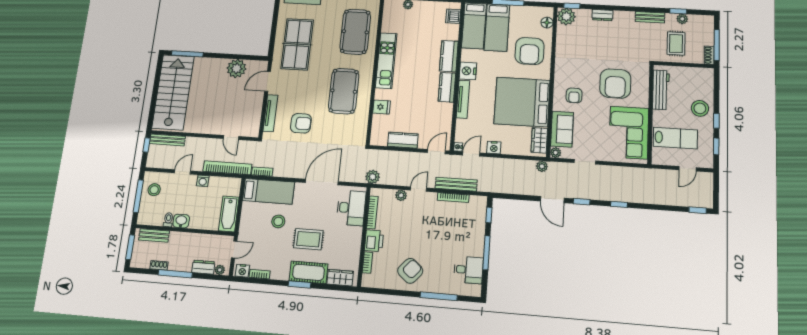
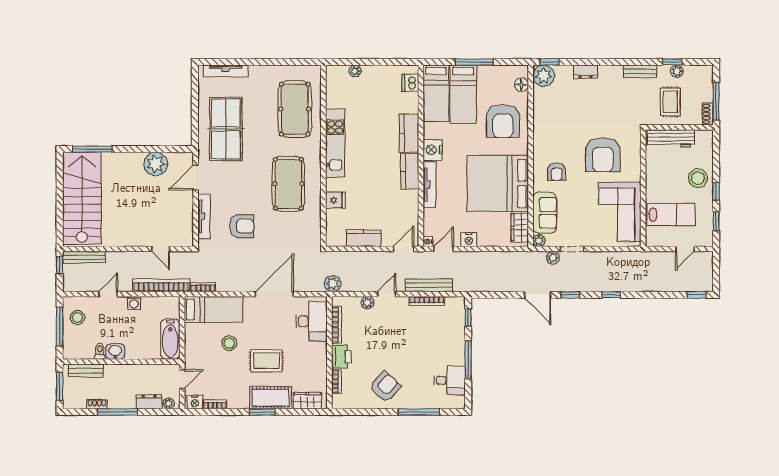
workbench: (661, 90) -> (671, 138), moved, turned 90
plant: (542, 166) -> (553, 258), moved

